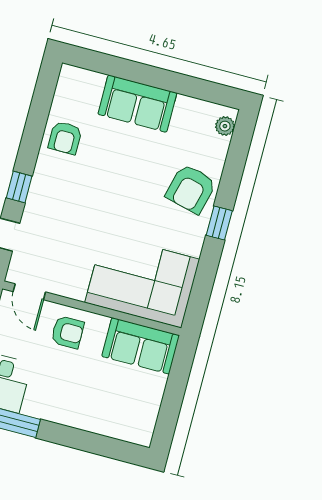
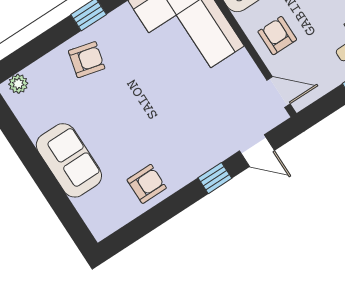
armchair: (191, 189) -> (87, 60), width x0.72, depth x0.72
door: (29, 292) -> (279, 92), hinge flipped

